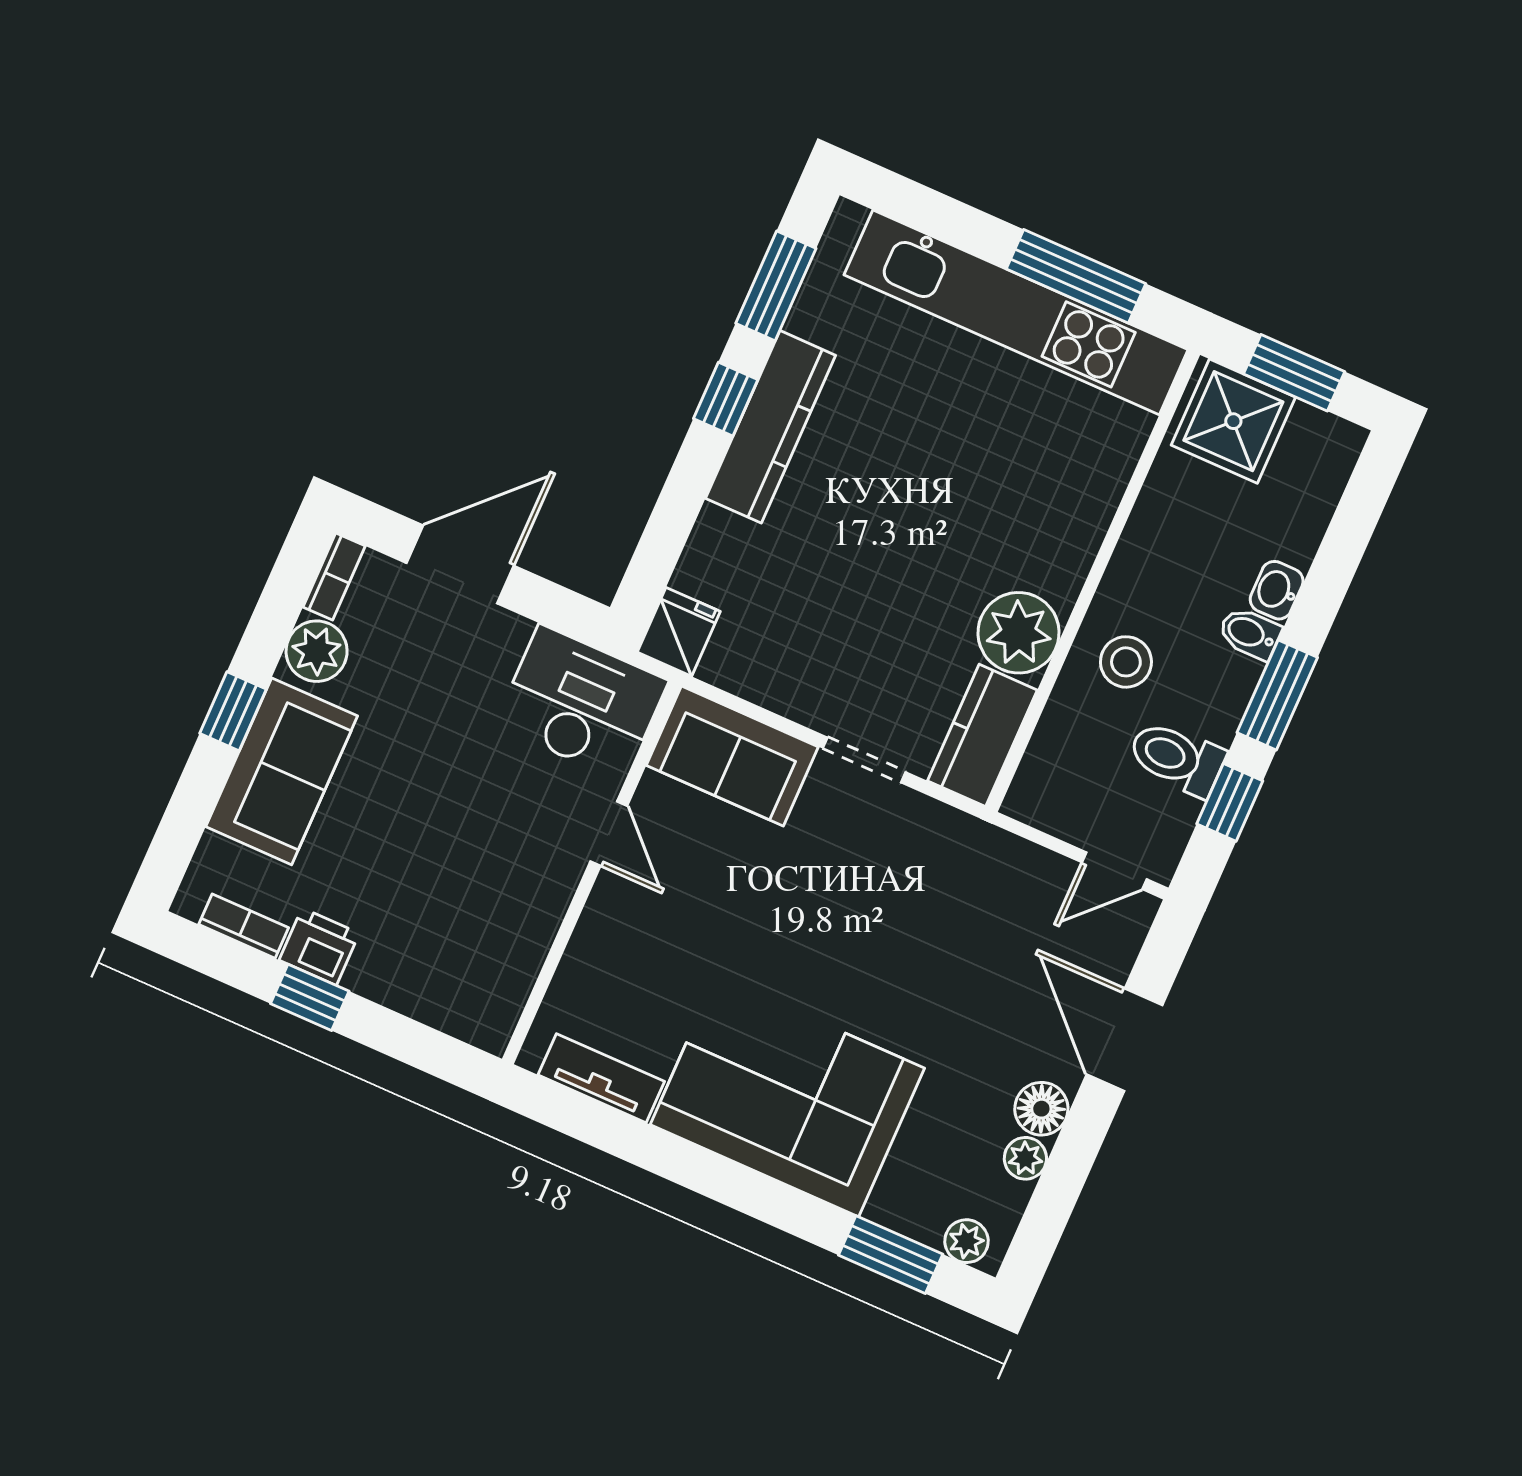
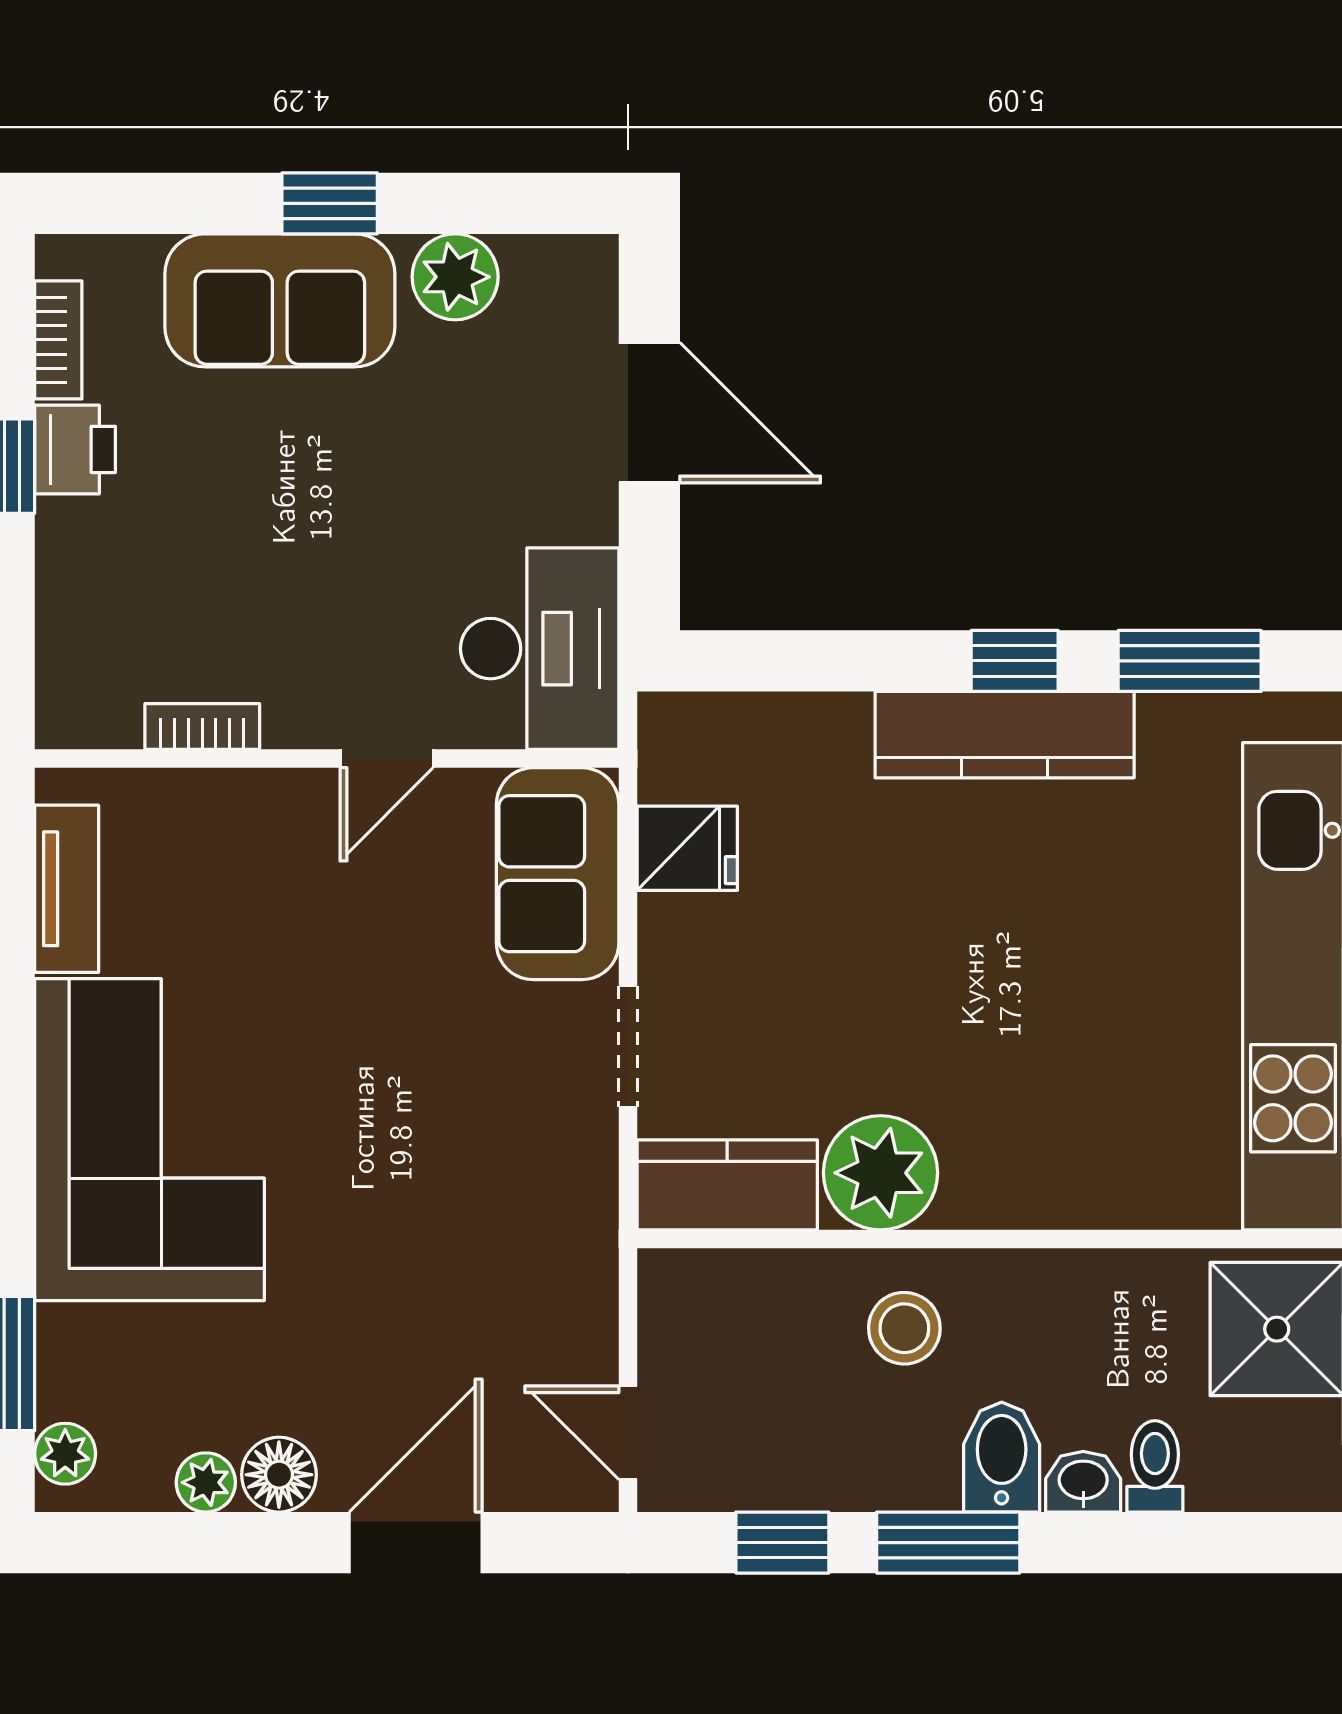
bookcase: (334, 577) -> (202, 726), moved, turned 180
fridge: (679, 632) -> (687, 848), moved
bidet: (1250, 633) -> (1002, 1457), width x1.38, depth x1.36
toilet: (1177, 758) -> (1155, 1466), moved, width x0.73, depth x0.72

